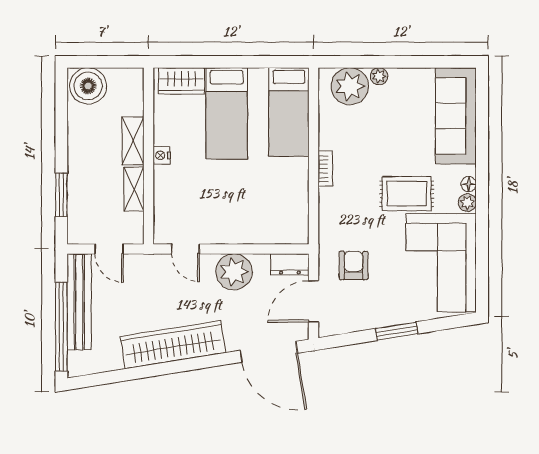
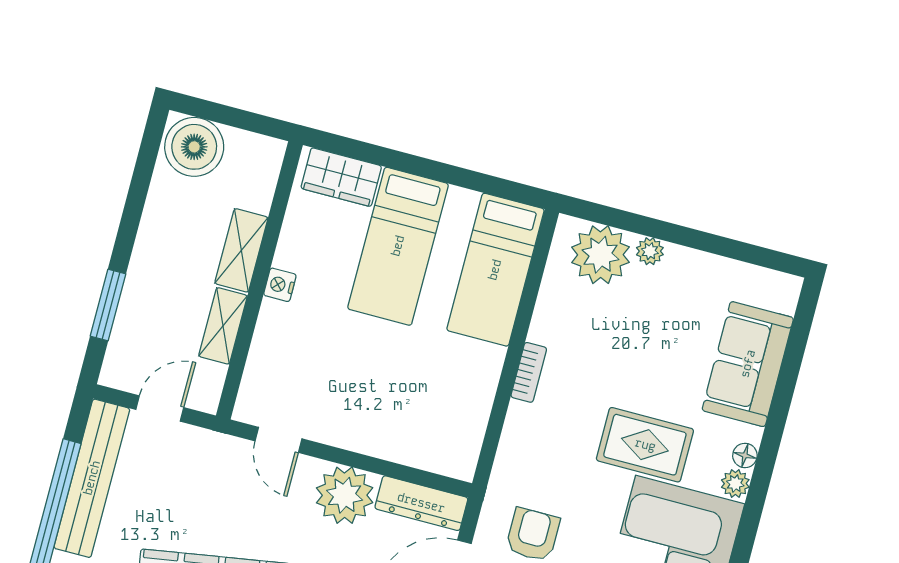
sofa: (456, 116) -> (748, 364), width x0.73
door: (109, 249) -> (160, 408), swing flipped
dresser: (290, 264) -> (421, 503), width x1.44

